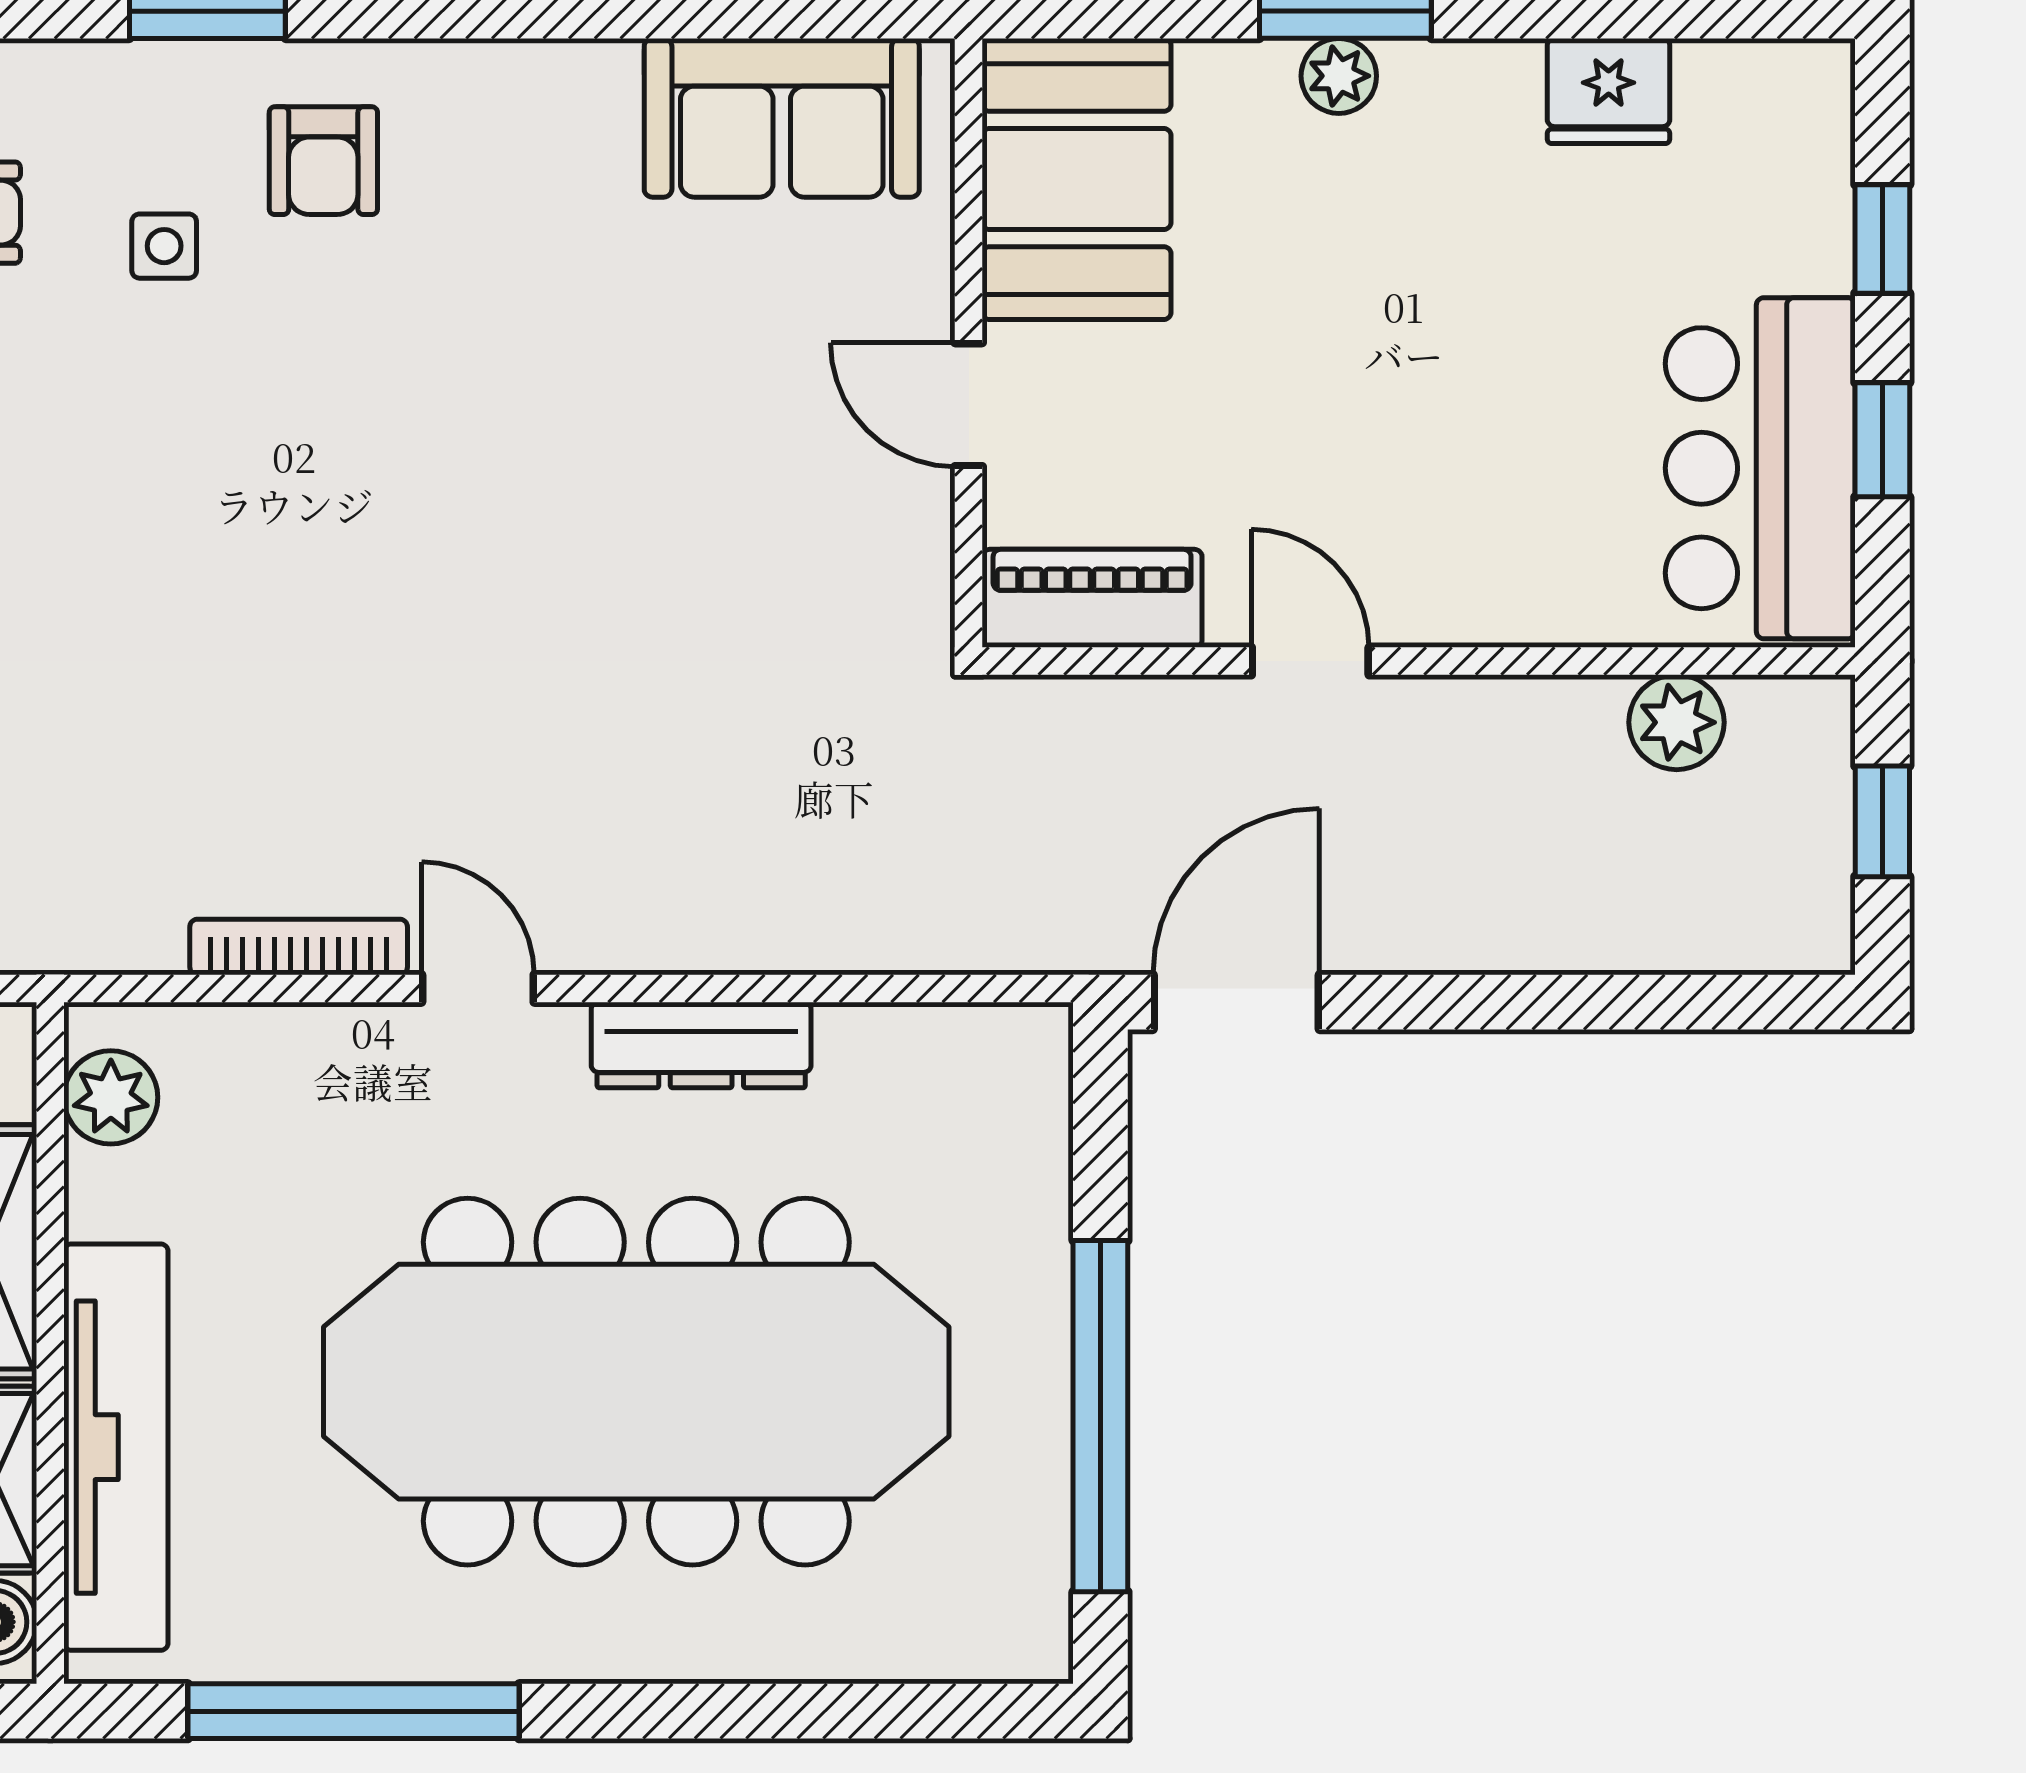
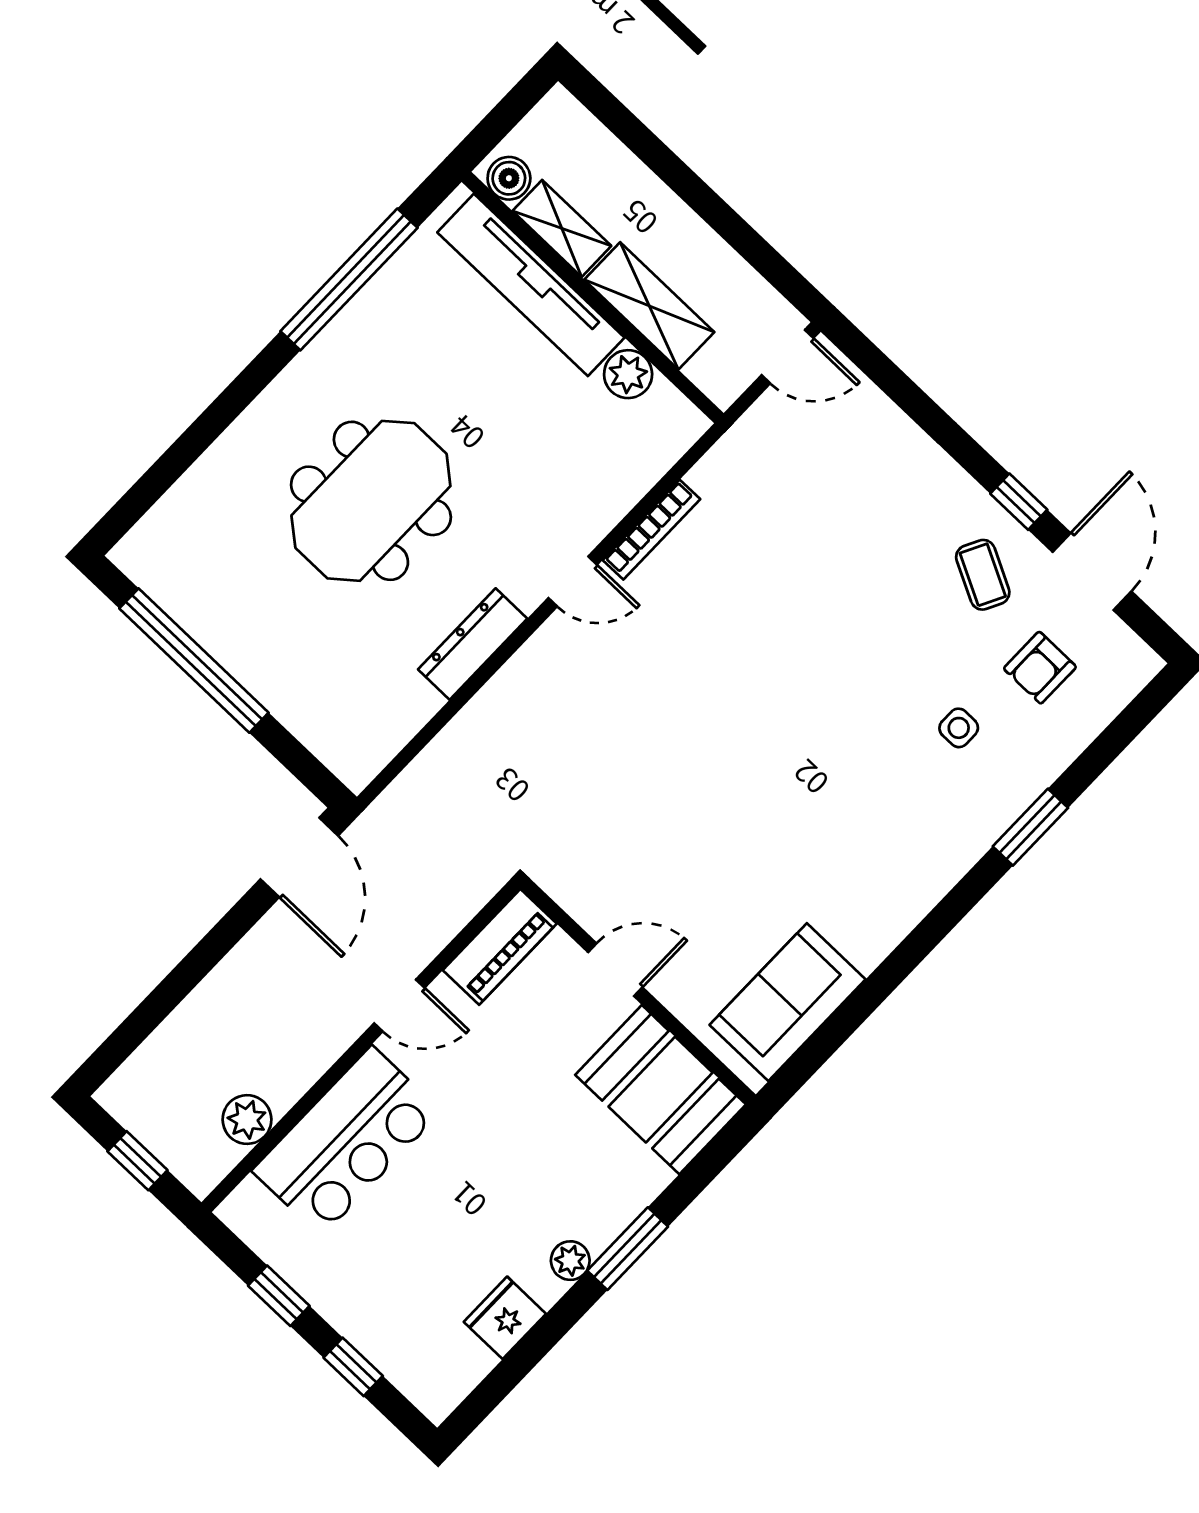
plant: (1339, 76) -> (570, 1261), moved
armchair: (323, 161) -> (934, 817), removed
bar counter: (1760, 468) -> (347, 1141), moved, turned 90
plant: (111, 1097) -> (628, 374), moved
meeting table: (636, 1382) -> (371, 501), width x0.54, depth x0.79

